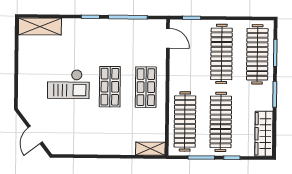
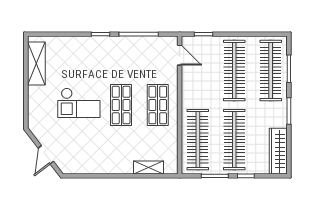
shelving: (40, 26) -> (36, 63), moved, turned 90
shelving: (150, 149) -> (149, 168), moved

